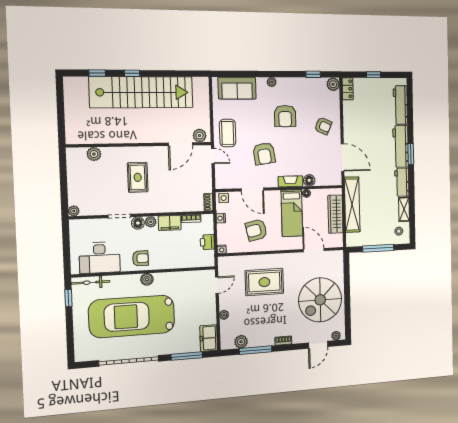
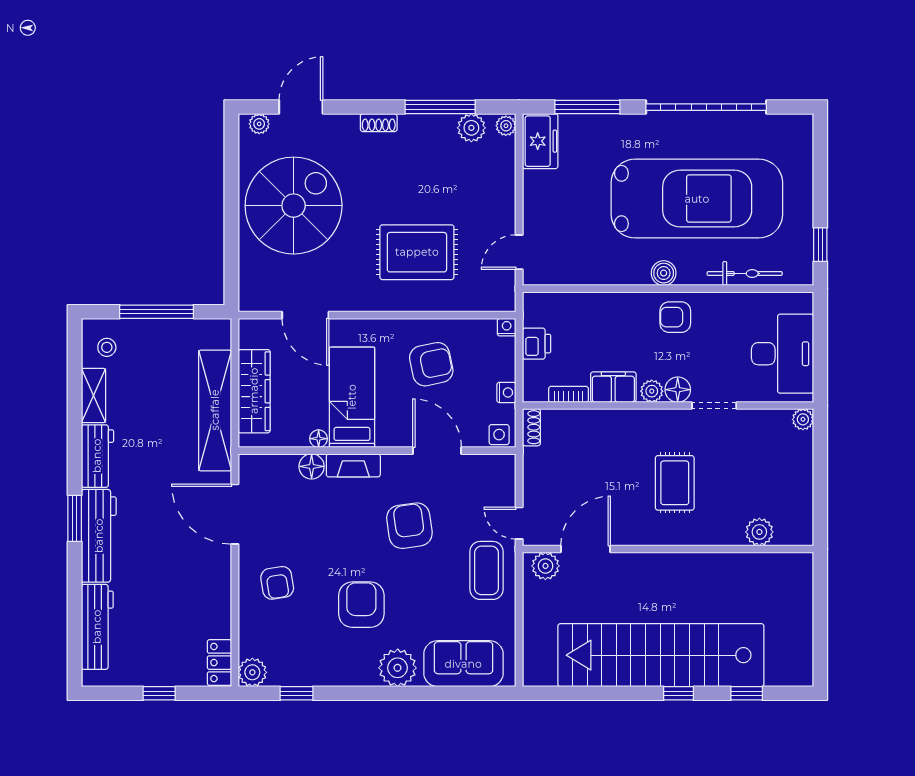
plant: (272, 82) -> (398, 668), width x1.88, depth x1.88
armchair: (323, 126) -> (277, 583), turned -123
desk: (100, 258) -> (783, 354), moved, turned 90
bicycle: (91, 282) -> (745, 273), moved
plant: (224, 315) -> (506, 126), moved

